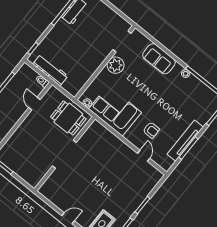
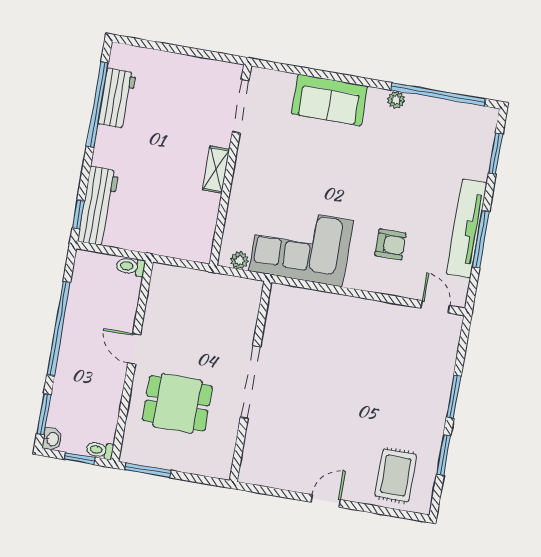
shelving: (98, 61) -> (216, 169), added
plant: (116, 65) -> (254, 158), removed
workbench: (50, 70) -> (98, 206), moved, turned 90
door: (34, 104) -> (134, 349), moved
dining table: (68, 118) -> (177, 403), moved
door: (144, 156) -> (435, 307), moved

